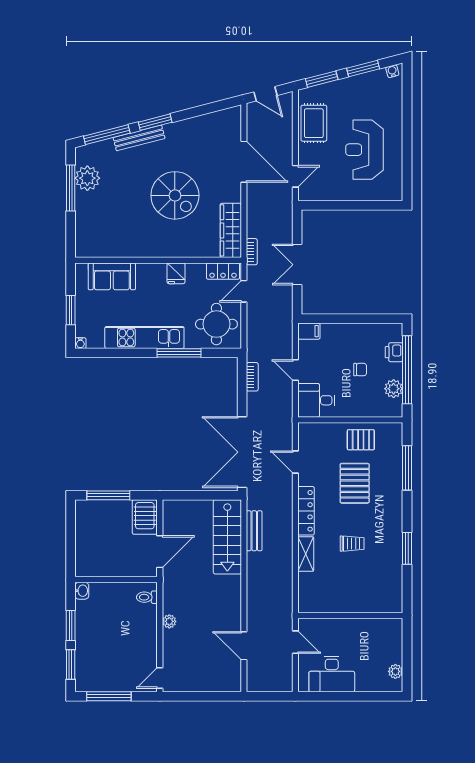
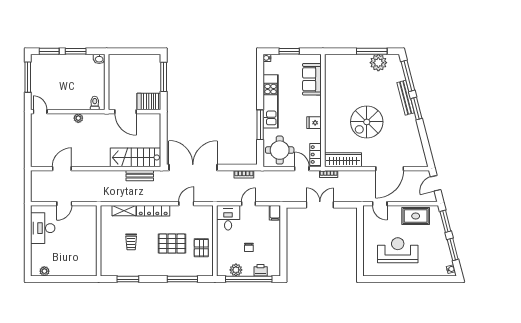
wall: (350, 616) -> (99, 241), moved

